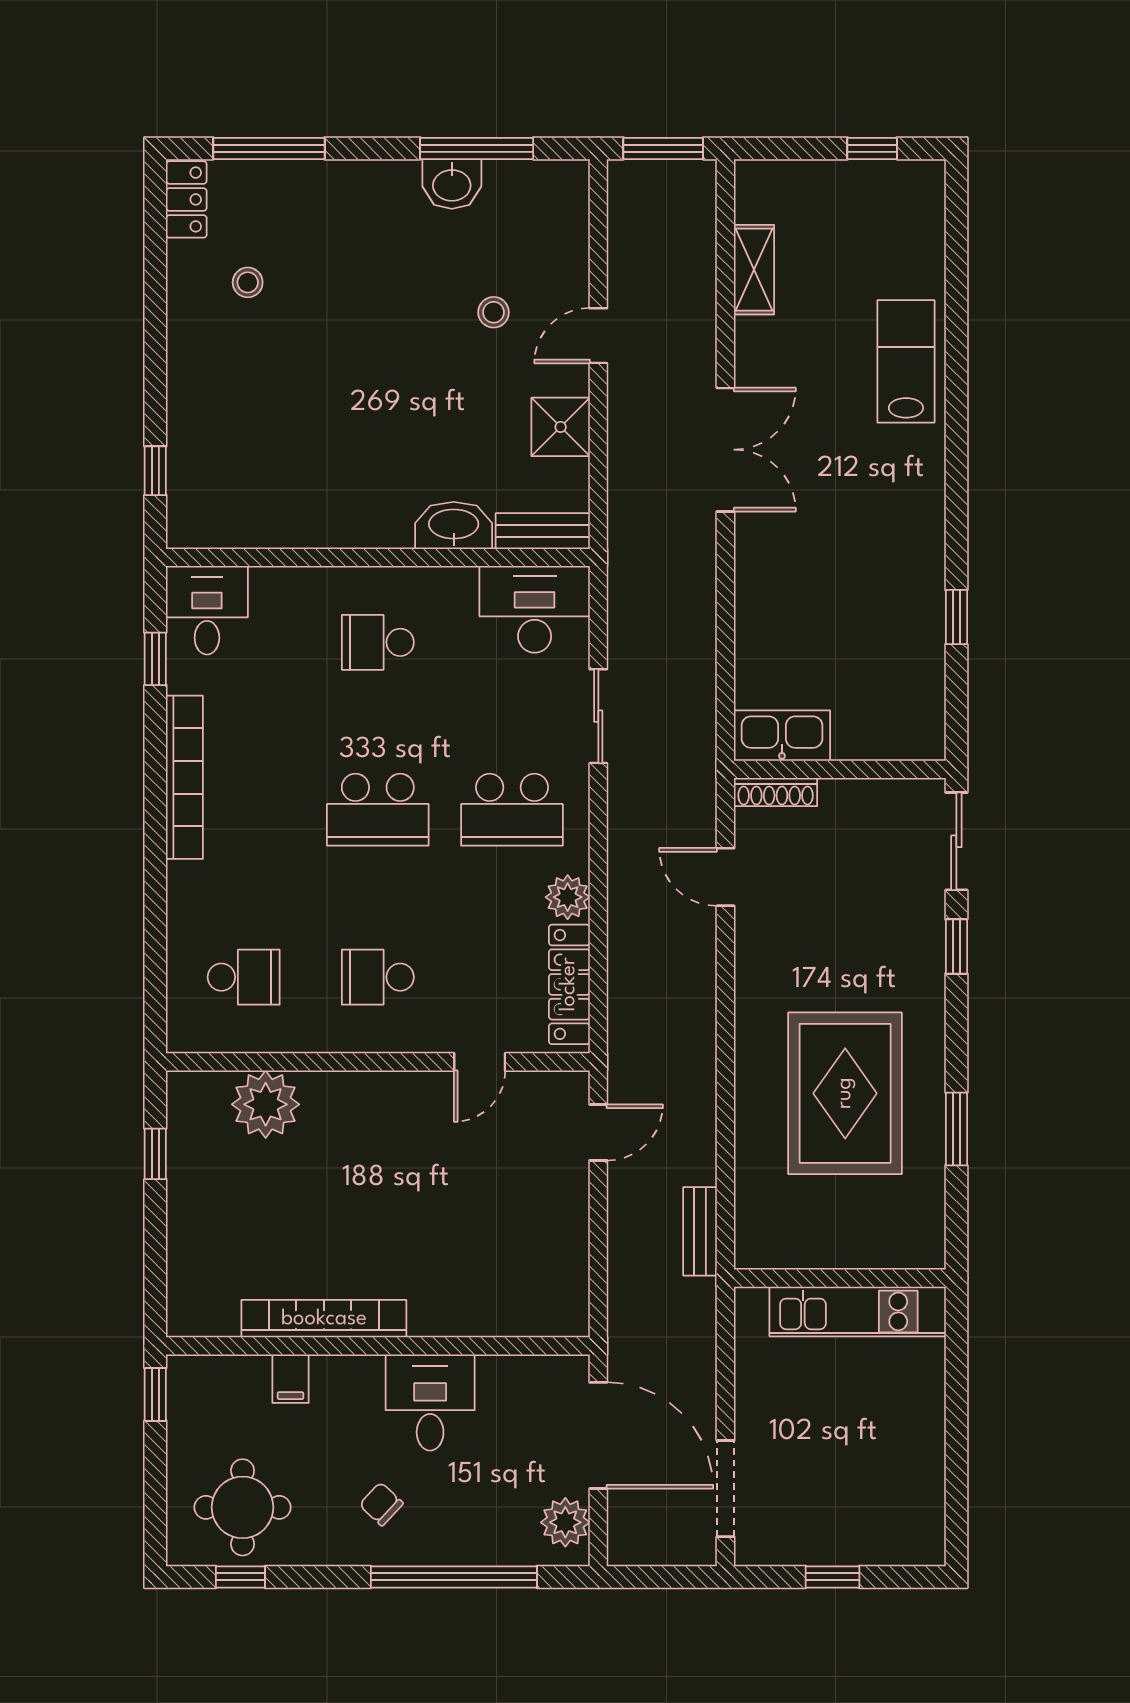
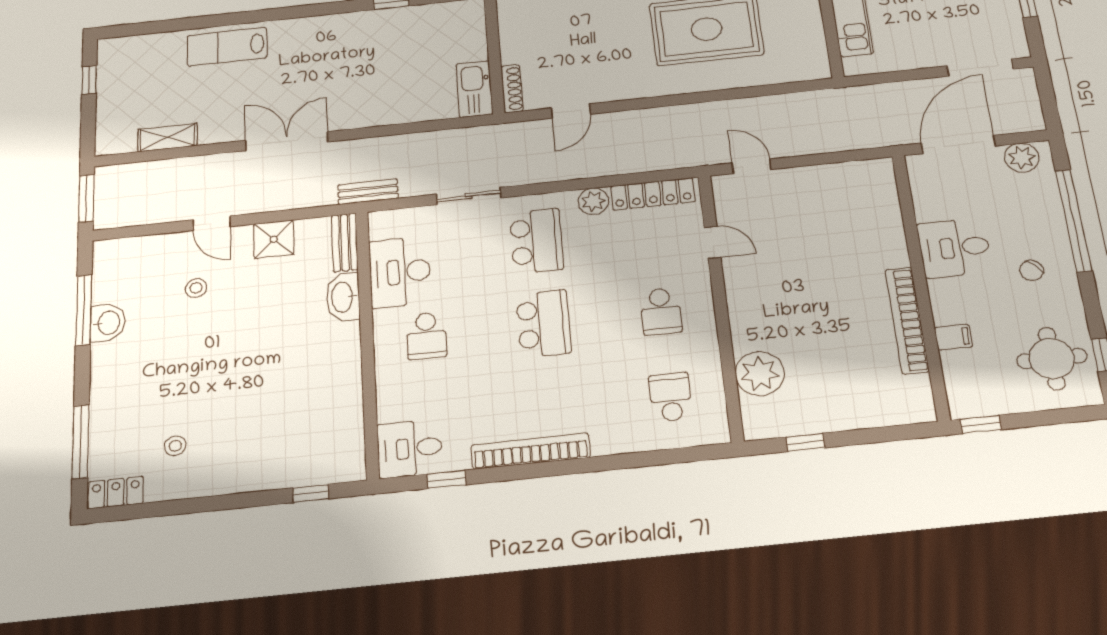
desk: (535, 609) -> (400, 272), moved
bench: (700, 1231) -> (368, 192), moved

